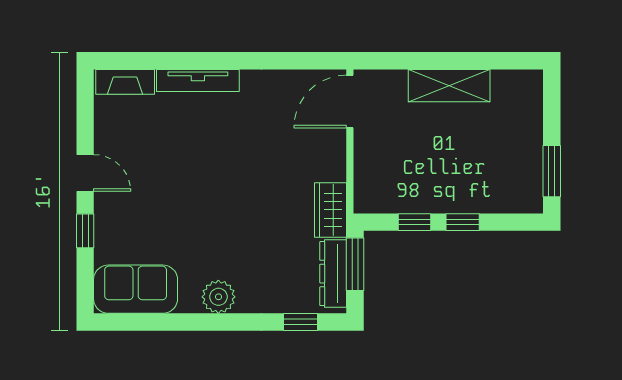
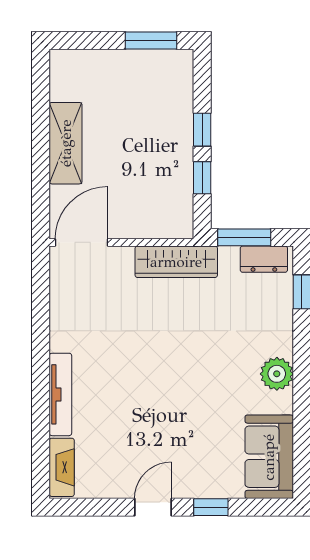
door: (350, 102) -> (81, 242), swing flipped
wardrobe: (331, 210) -> (176, 262), width x1.50
dresser: (333, 274) -> (264, 259), width x0.70

